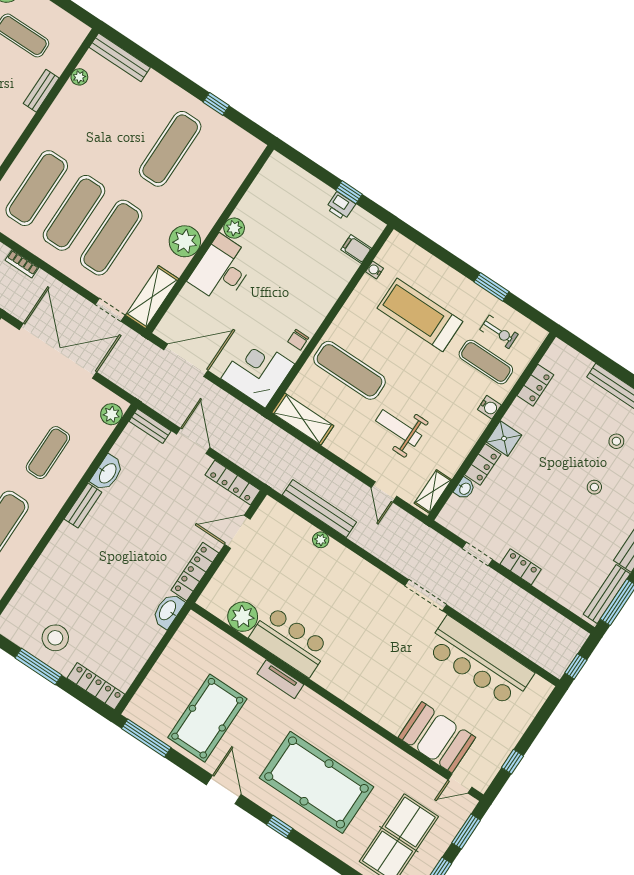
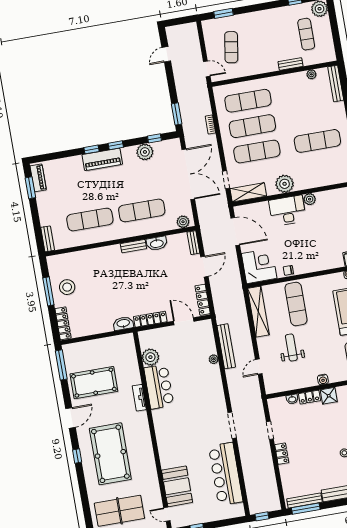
water cooler: (489, 407) -> (323, 380), moved
shelving: (303, 419) -> (258, 312), width x1.47
exercise mat: (48, 453) -> (142, 210), width x1.36, depth x1.45
shelving: (433, 491) -> (278, 387), removed

